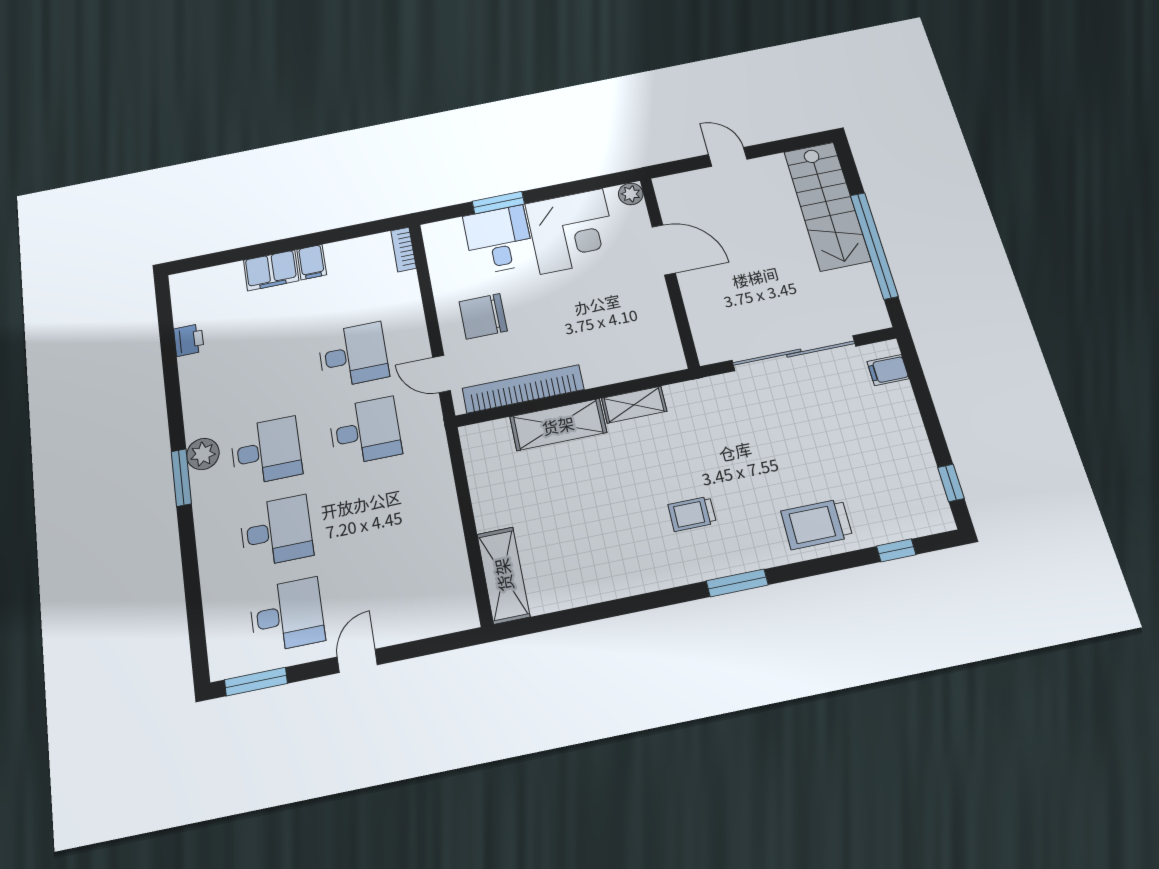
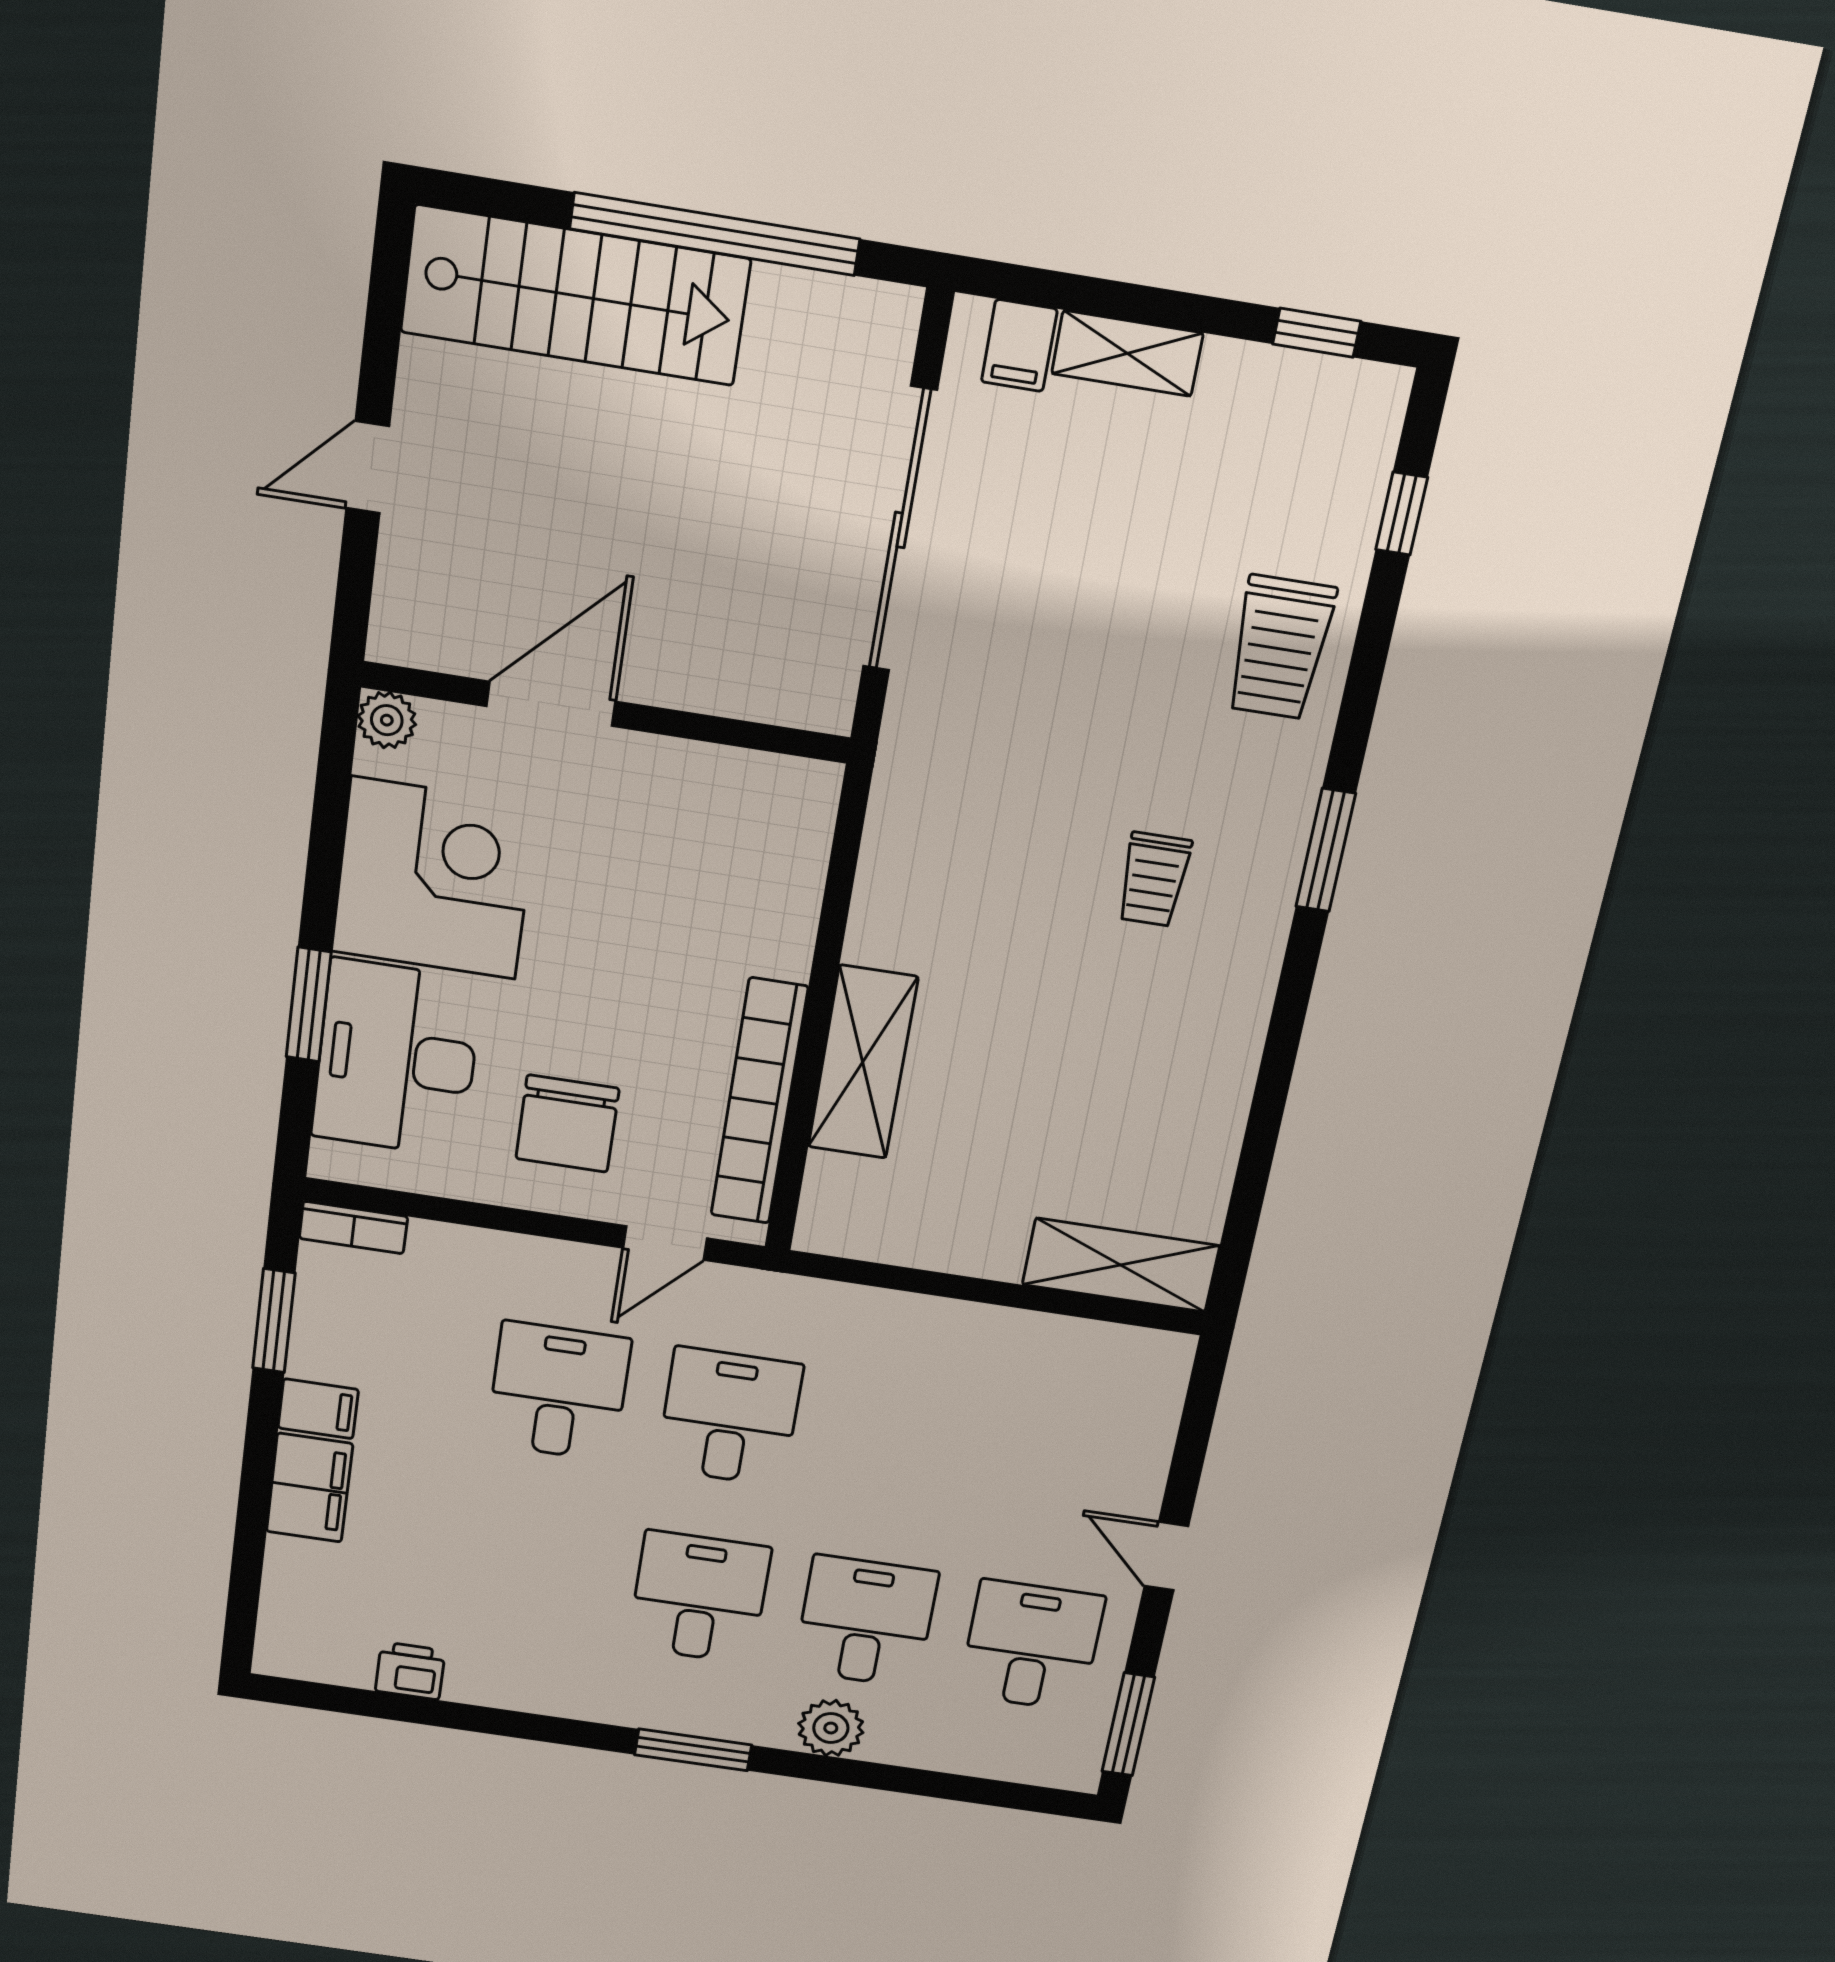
window: (348, 233) -> (274, 1321), added
desk: (499, 240) -> (397, 1058), width x1.37
shelving: (634, 405) -> (1127, 353), moved, turned 90
plant: (203, 454) -> (831, 1728), moved

